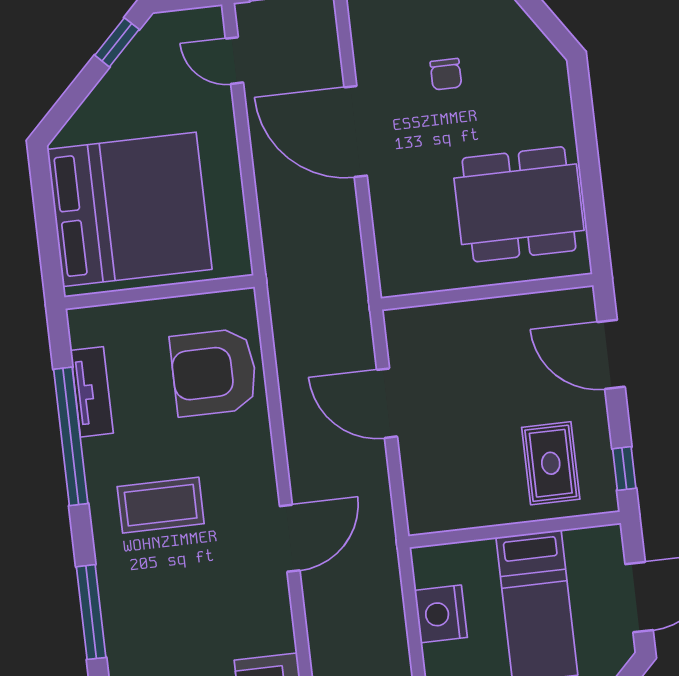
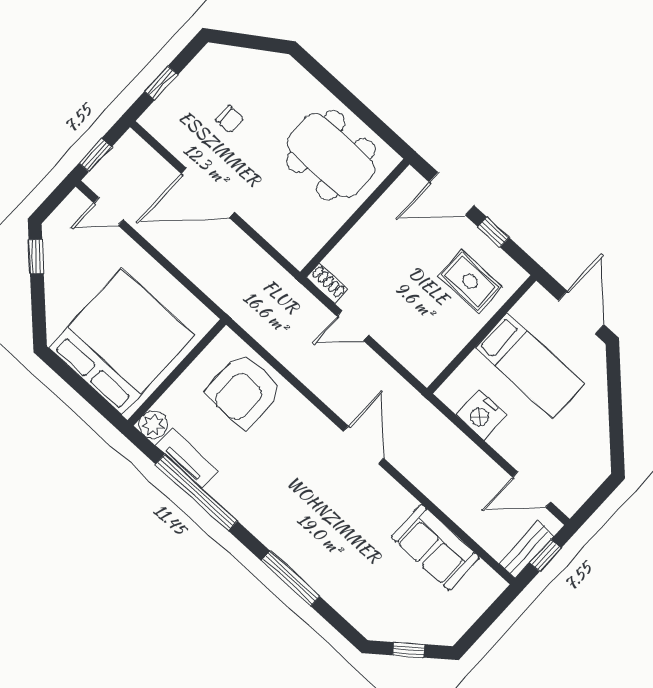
dining table: (519, 204) -> (331, 156), turned 90
plant: (87, 326) -> (153, 425), added
shoe rack: (398, 335) -> (327, 284), added
door: (387, 403) -> (353, 326), width x0.73
window: (624, 468) -> (493, 232), moved
coffee table: (161, 505) -> (278, 488), removed

